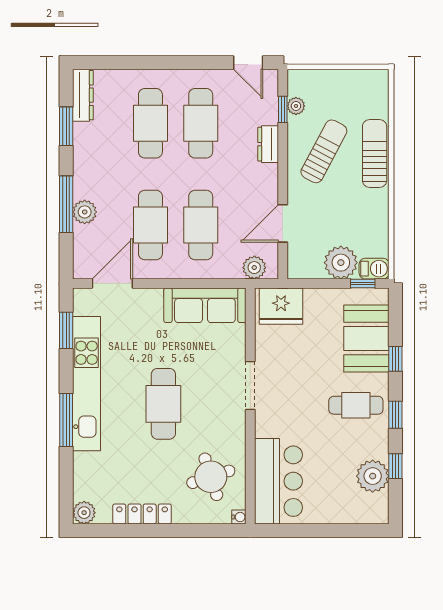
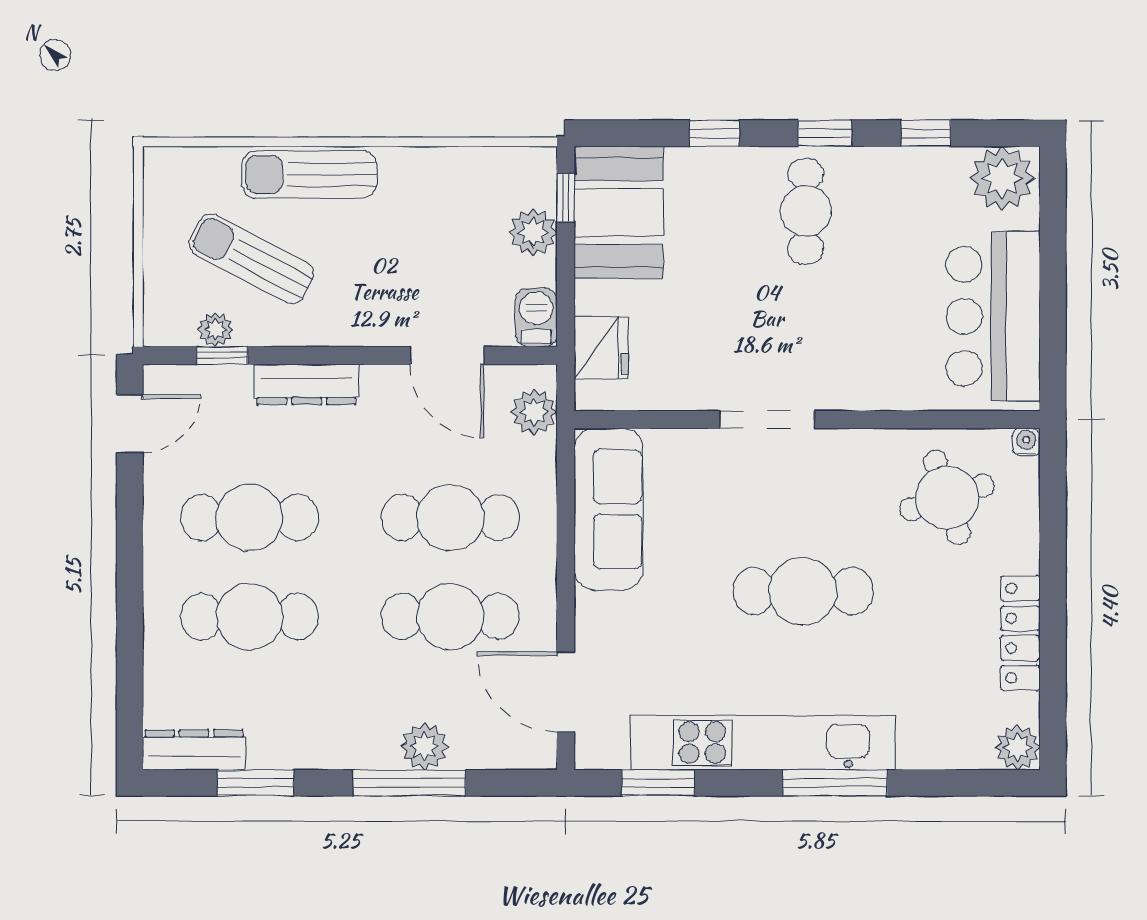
dresser: (268, 144) -> (307, 384), width x1.44
sun lounger: (324, 151) -> (251, 259), moved
plant: (341, 263) -> (533, 232), width x0.73, depth x0.73
barbecue: (374, 269) -> (536, 318), moved
fridge: (281, 306) -> (601, 348), width x0.73, depth x0.75
booth: (366, 339) -> (619, 212), moved, turned 90
plant: (373, 476) -> (1002, 178), moved
bar counter: (278, 481) -> (993, 316), moved, turned -90

